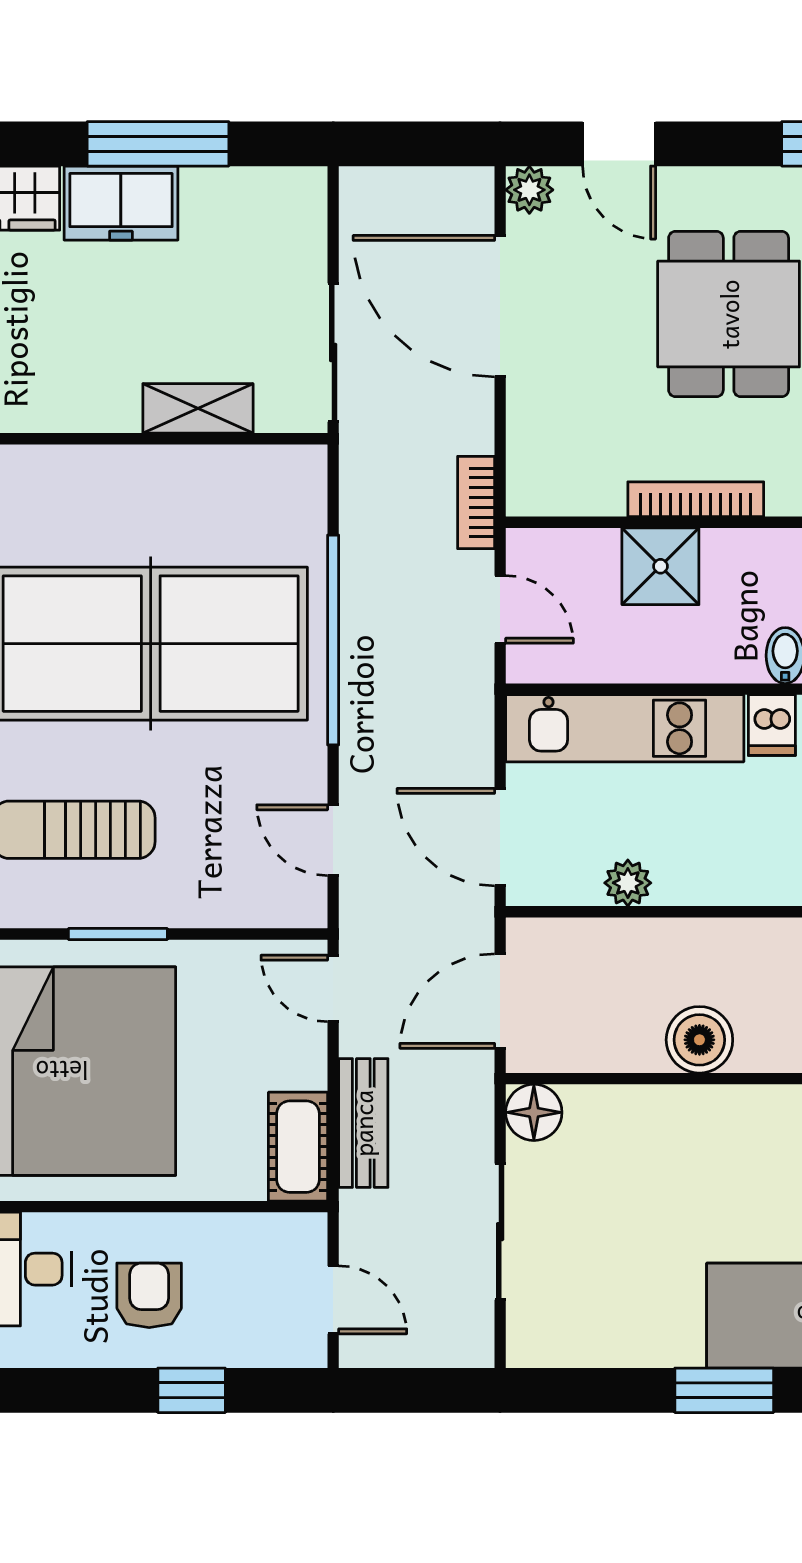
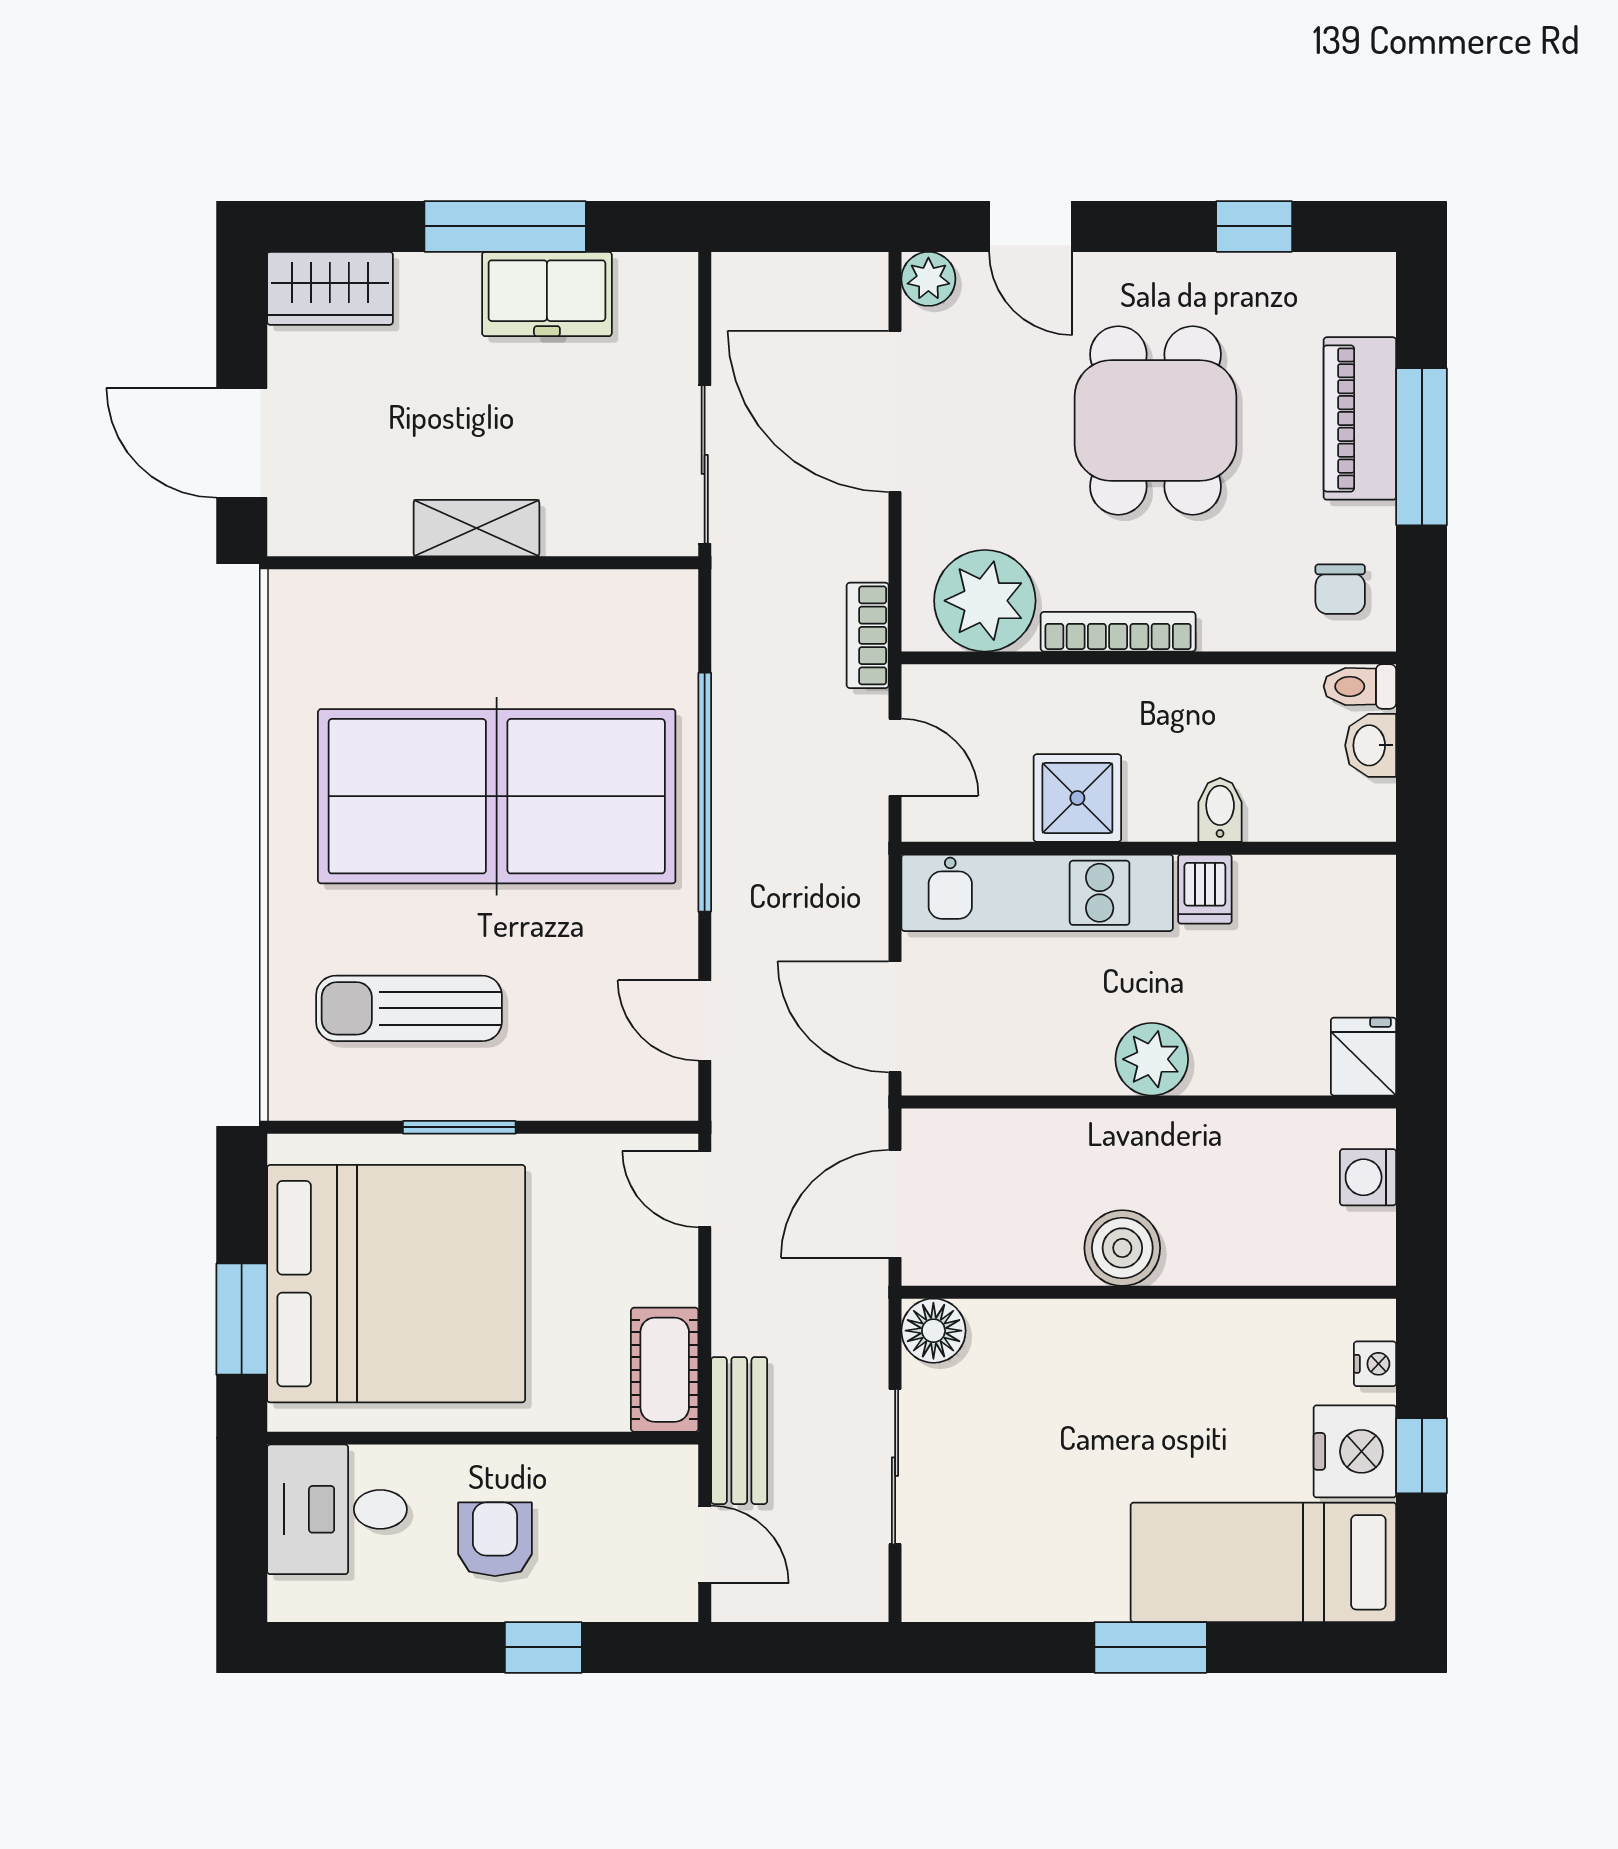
freezer: (121, 203) -> (547, 294), moved
shelving: (198, 408) -> (476, 528), moved
plant: (579, 472) -> (985, 601), added
shower: (660, 566) -> (1077, 798), moved
plant: (628, 883) -> (1152, 1059), moved, width x1.38, depth x1.38
bench: (363, 1123) -> (739, 1431), moved

